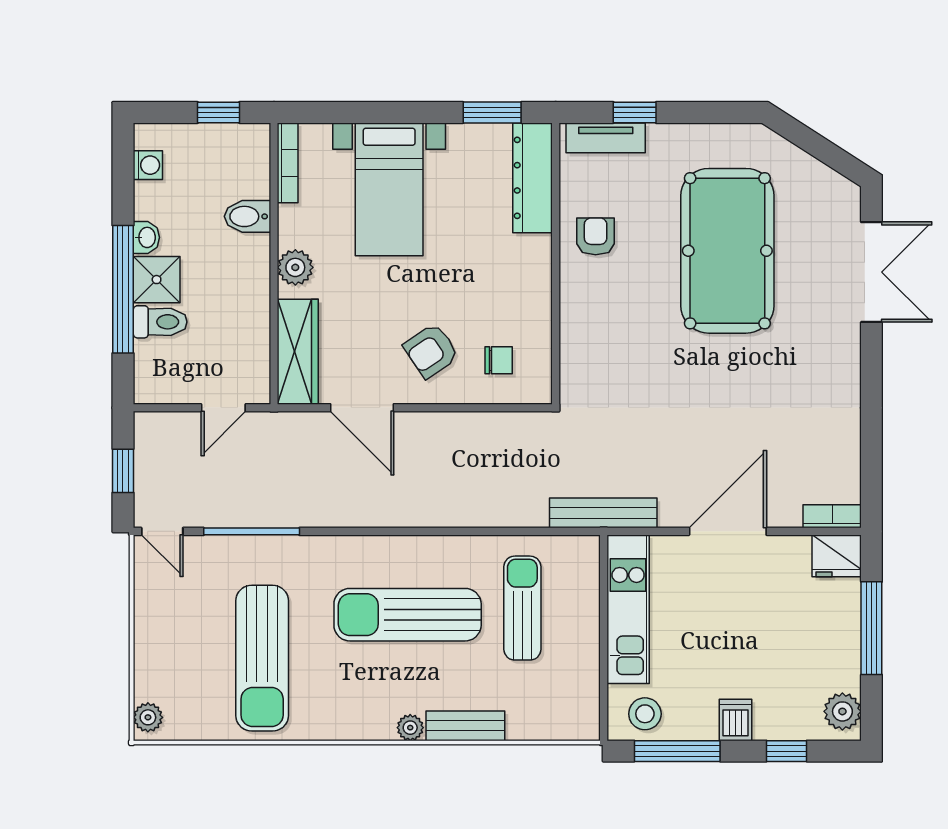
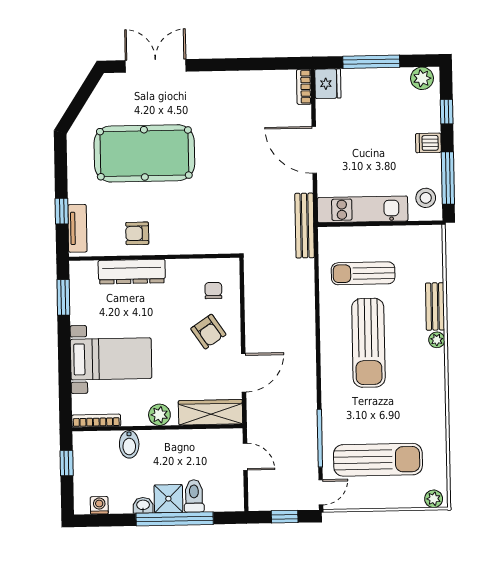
dresser: (533, 178) -> (132, 272), moved
sun lounger: (262, 658) -> (378, 460), moved

